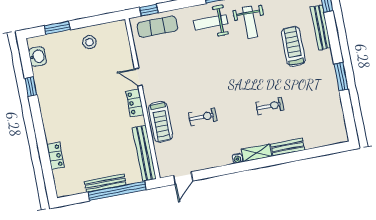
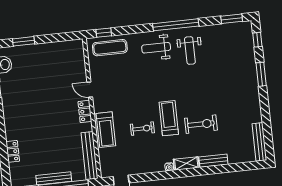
bench: (321, 27) -> (259, 142), moved
stool: (89, 42) -> (50, 56), removed
treadmill: (293, 46) -> (169, 118), moved
window: (341, 77) -> (261, 74), moved
exercise bike: (270, 106) -> (201, 124), width x1.38, depth x1.39

